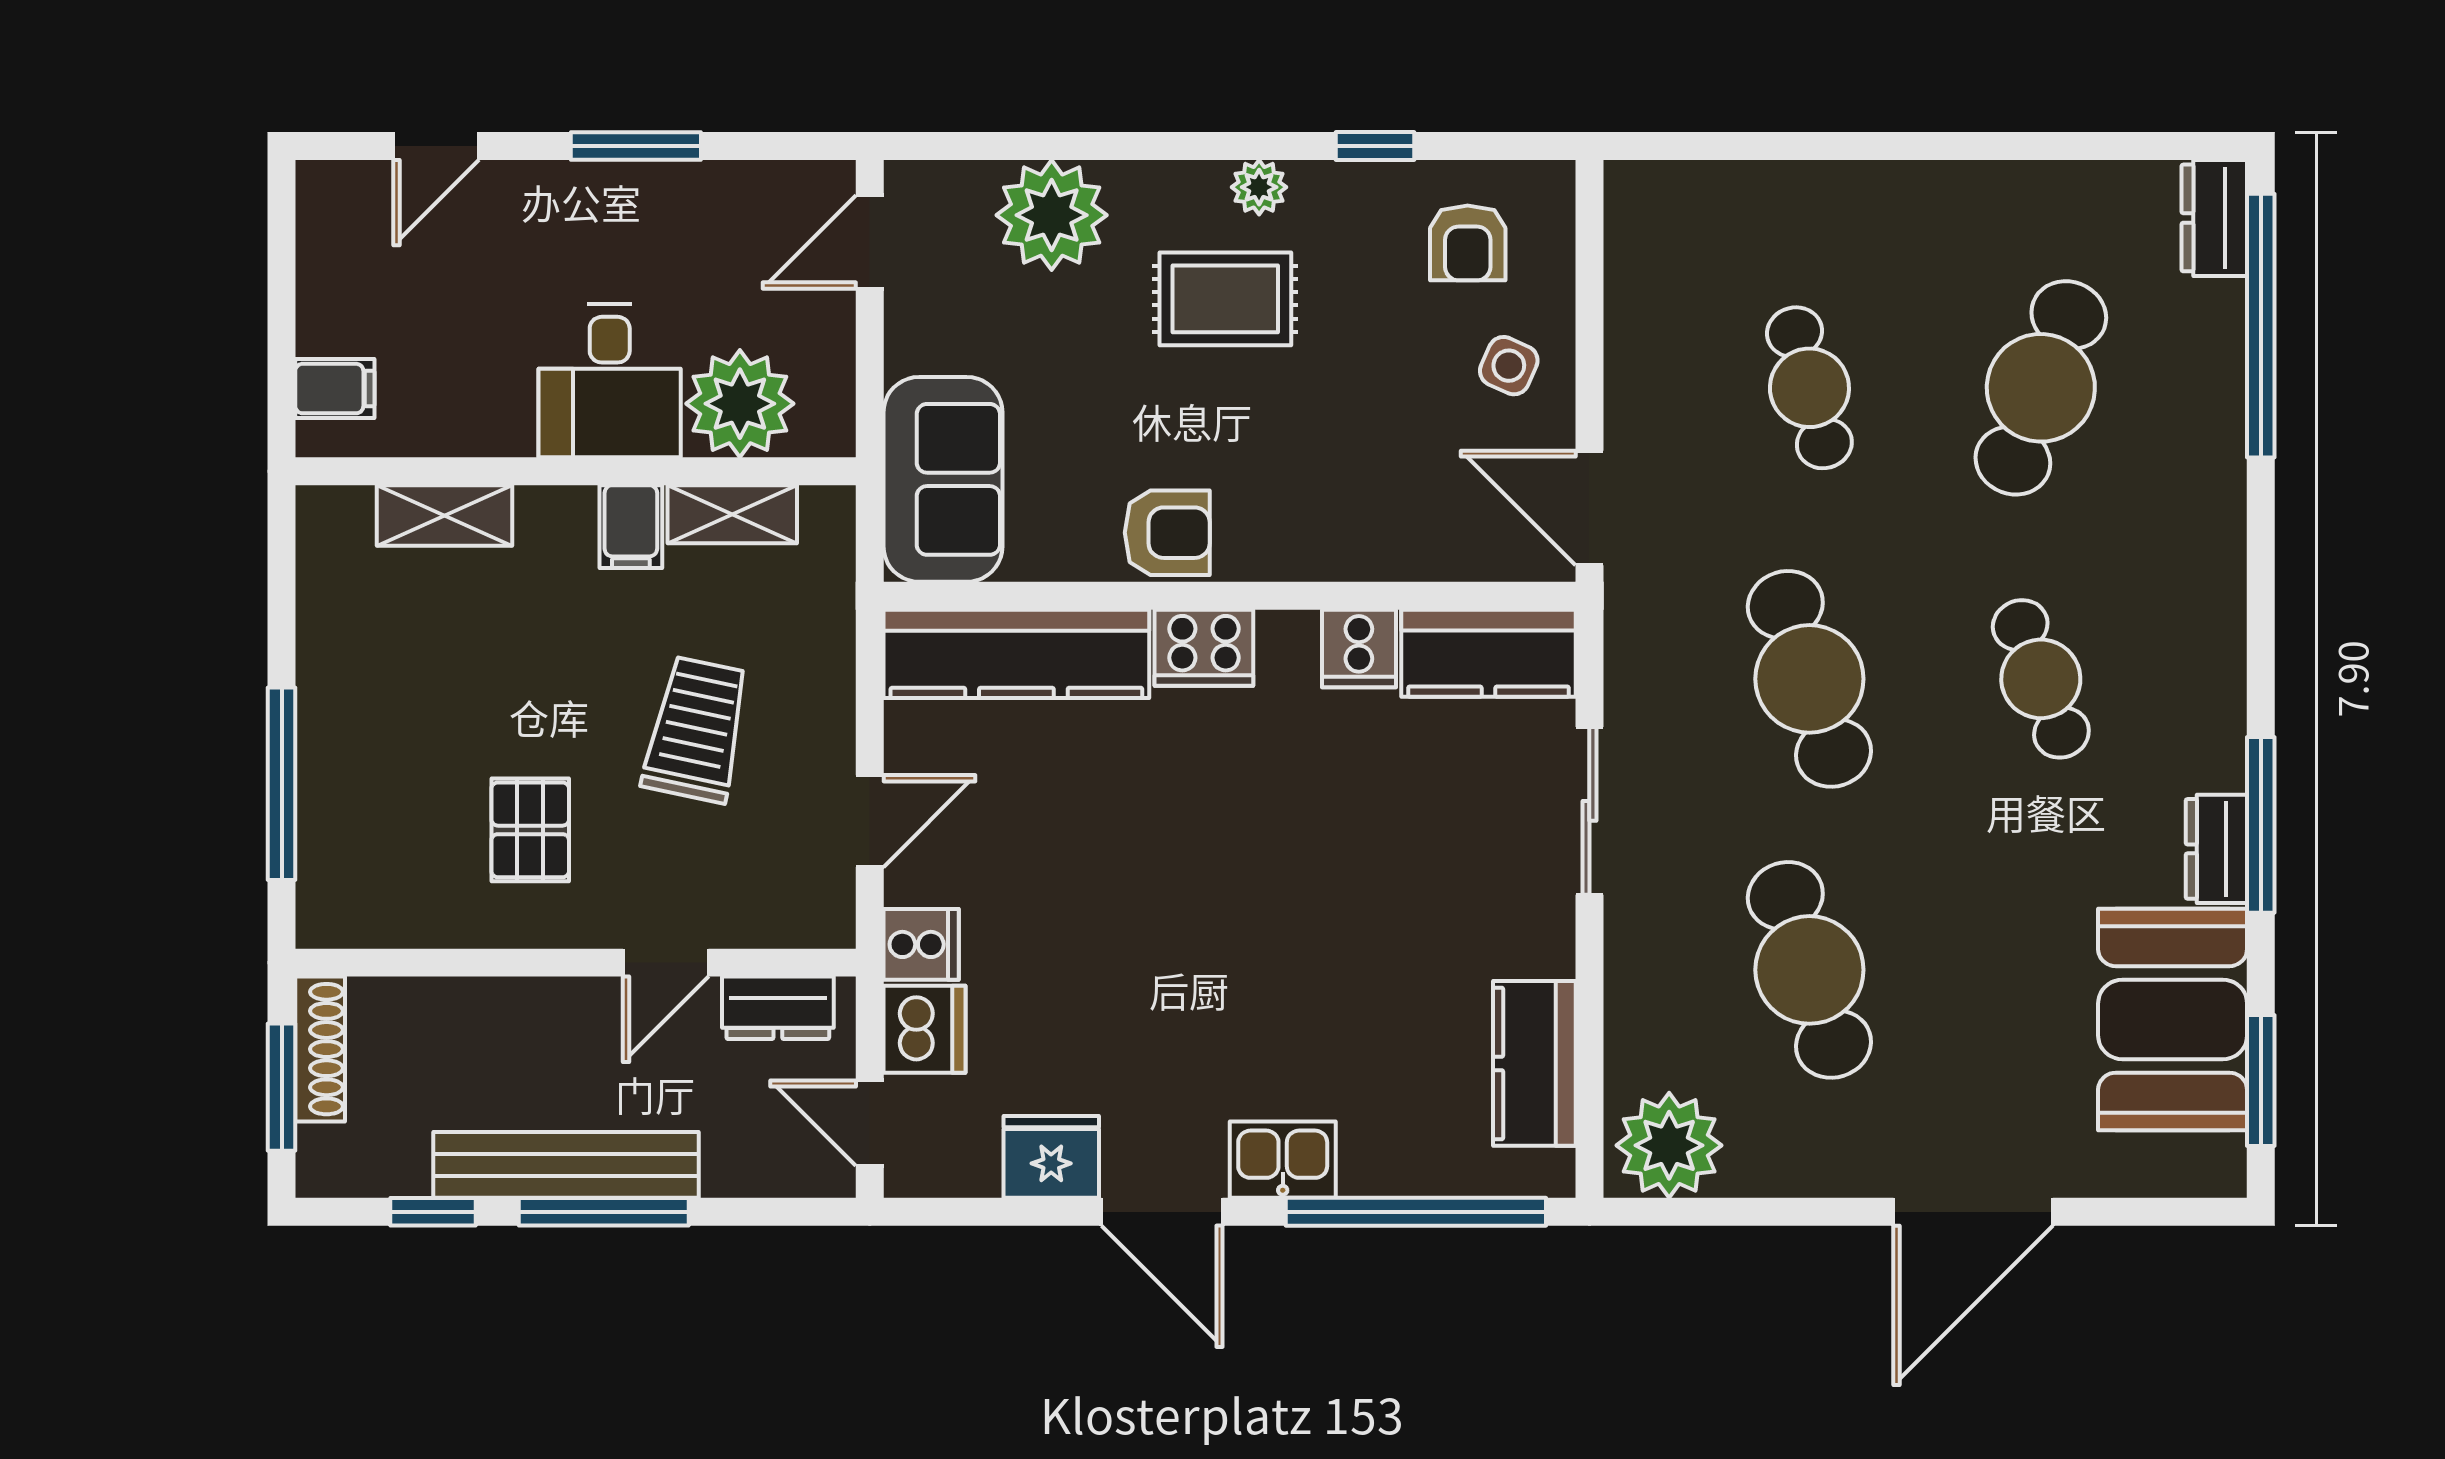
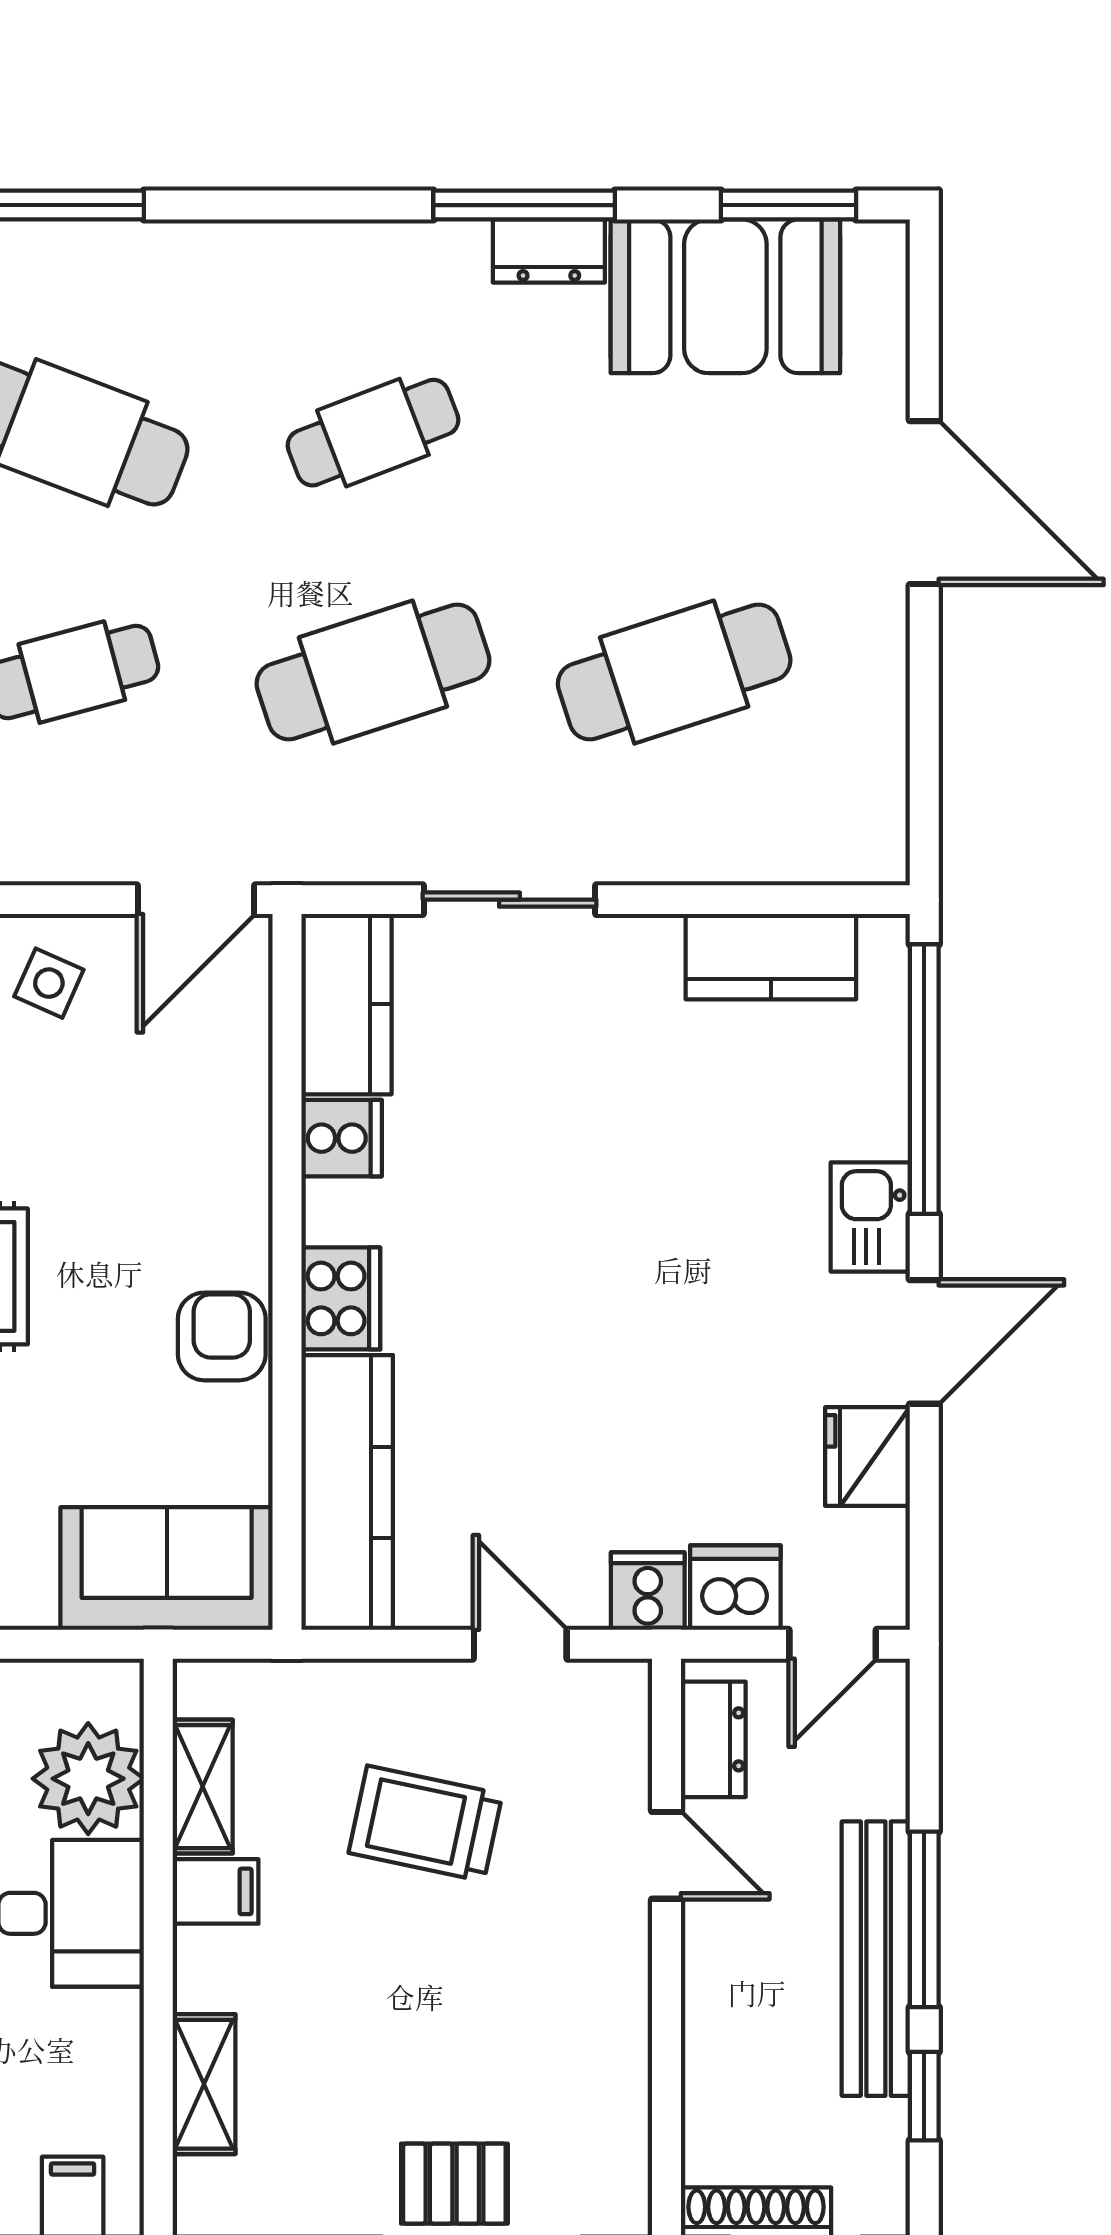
pallet: (530, 830) -> (454, 2184), moved
plant: (1669, 1145) -> (856, 817), removed

